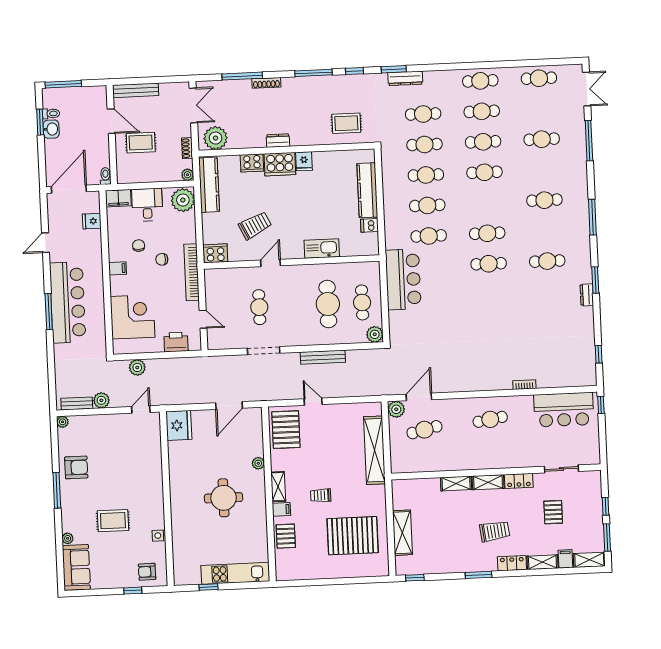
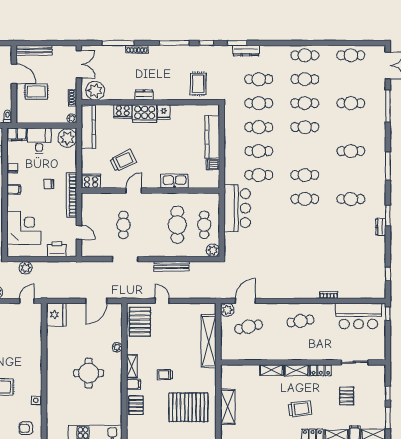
rug: (346, 123) -> (198, 84), turned 90
chair: (139, 246) -> (13, 168), moved

